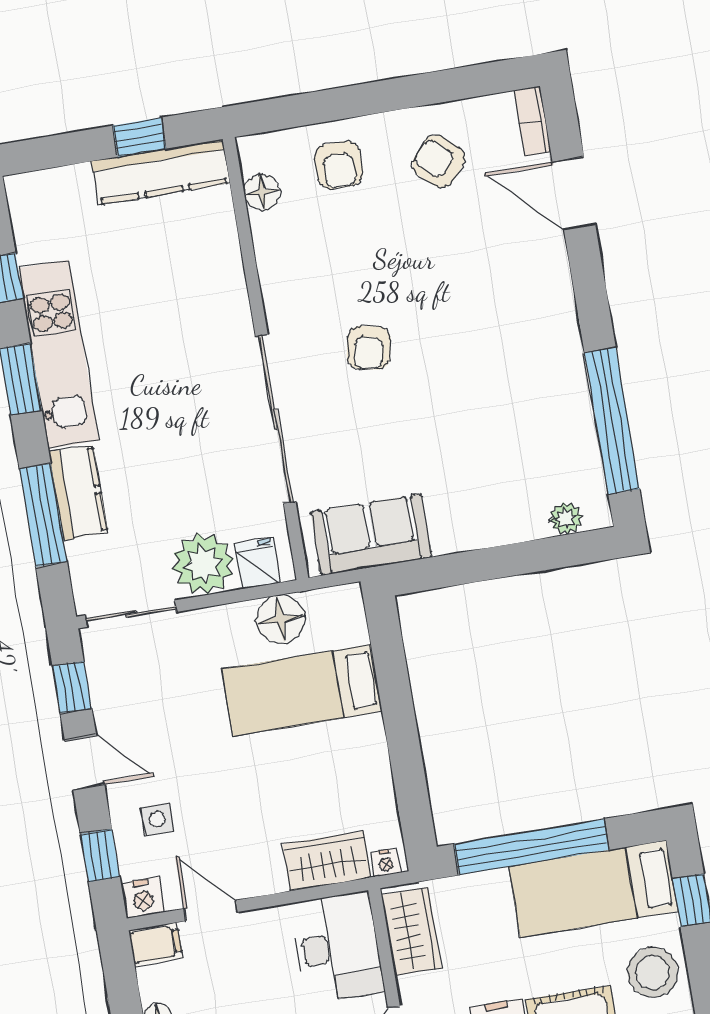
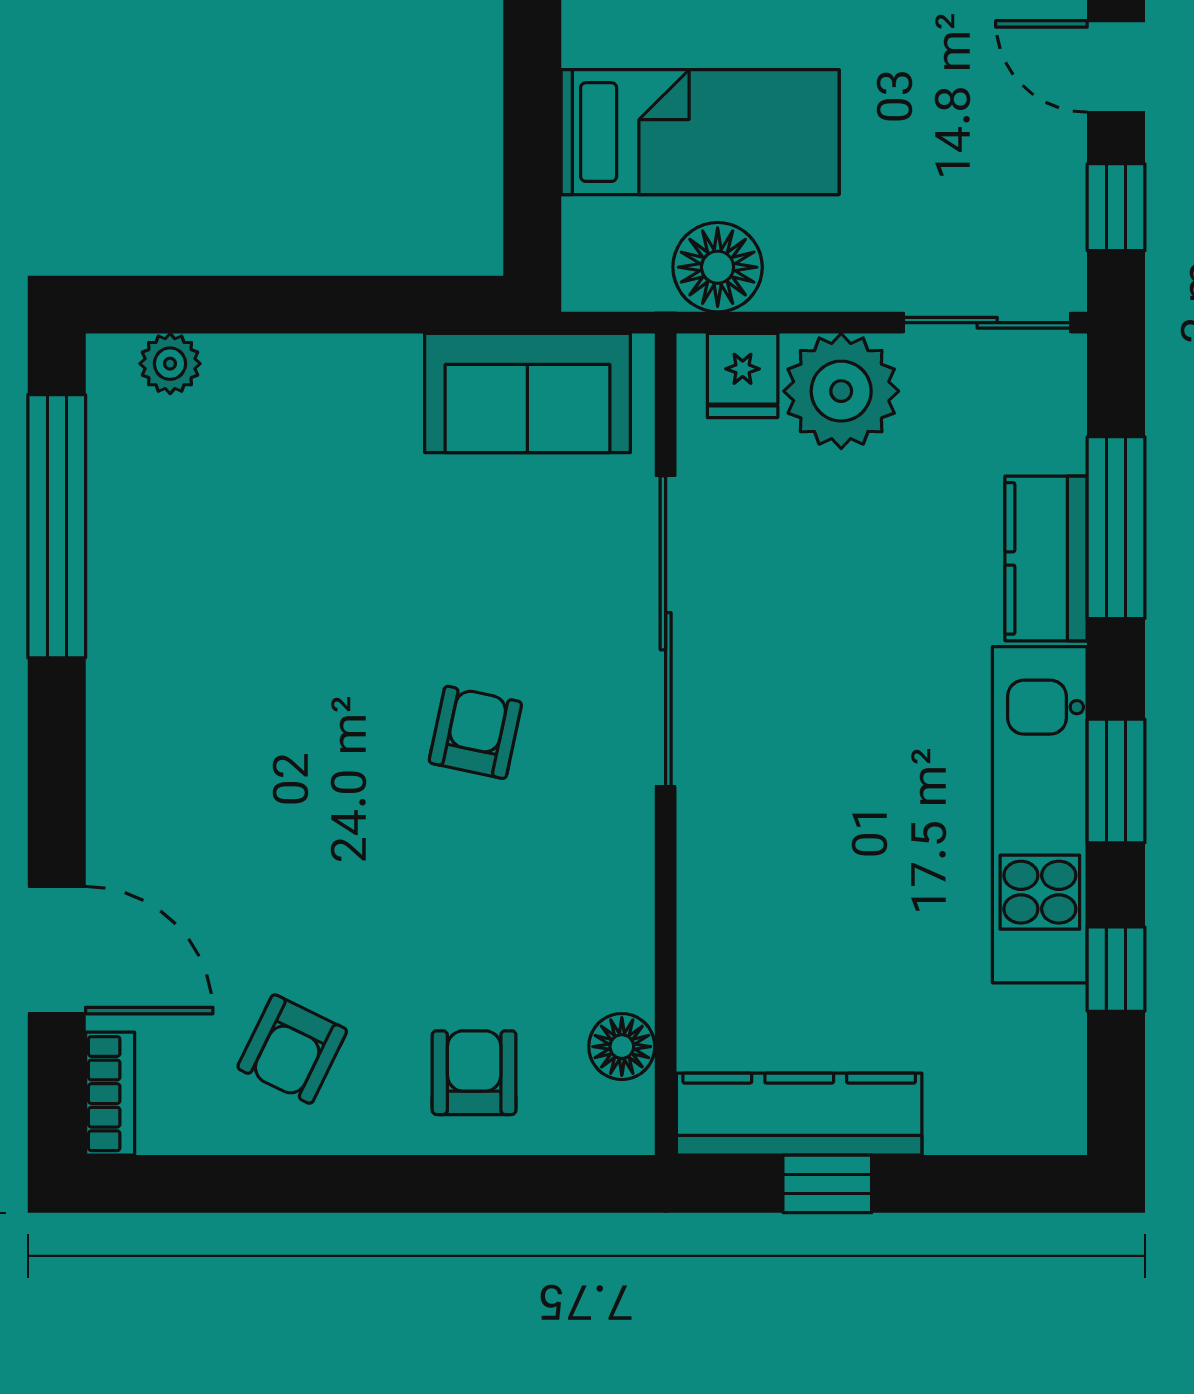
armchair: (439, 161) -> (292, 1049), turned 74

